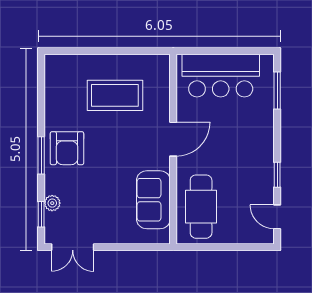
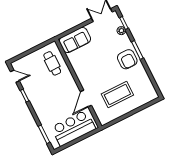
door: (173, 139) -> (86, 99), moved
armchair: (67, 148) -> (127, 59), turned 180
sofa: (153, 200) -> (75, 40), moved, turned 90
cafe table: (201, 207) -> (52, 63), width x0.73, depth x0.74

